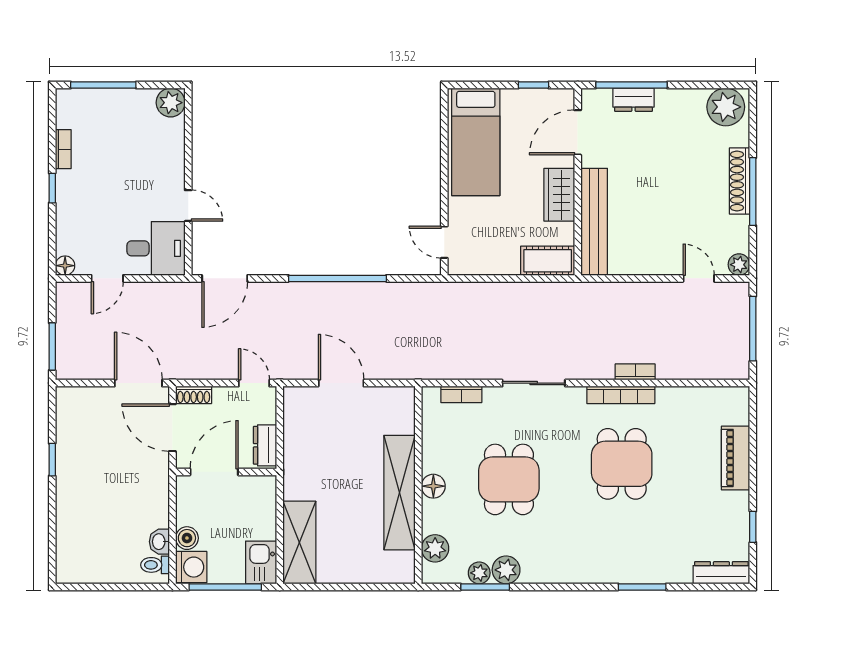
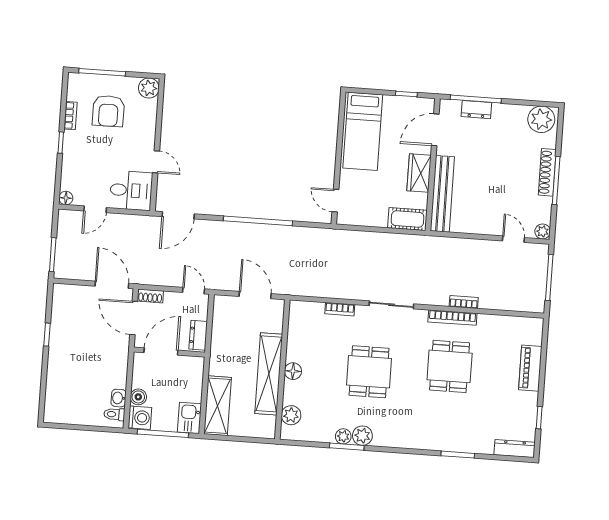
armchair: (116, 139) -> (108, 111), added
wall: (418, 485) -> (282, 369), moved
floor lamp: (433, 486) -> (293, 371), moved
shelving: (399, 493) -> (269, 374), moved
plant: (435, 548) -> (291, 415), moved

